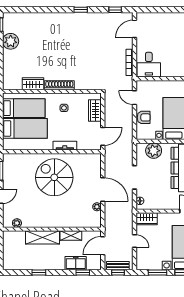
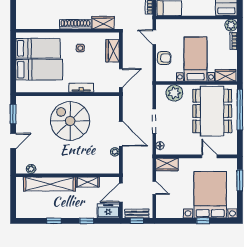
wardrobe: (33, 84) -> (103, 23), moved
shelving: (42, 237) -> (49, 184), width x1.47
freezer: (76, 263) -> (108, 211), moved
window: (83, 273) -> (87, 221), moved
window: (158, 273) -> (178, 221), removed

